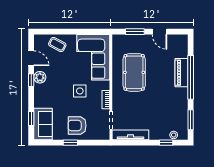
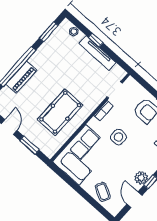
tv unit: (130, 135) -> (97, 53), moved
window: (166, 143) -> (96, 40), moved

